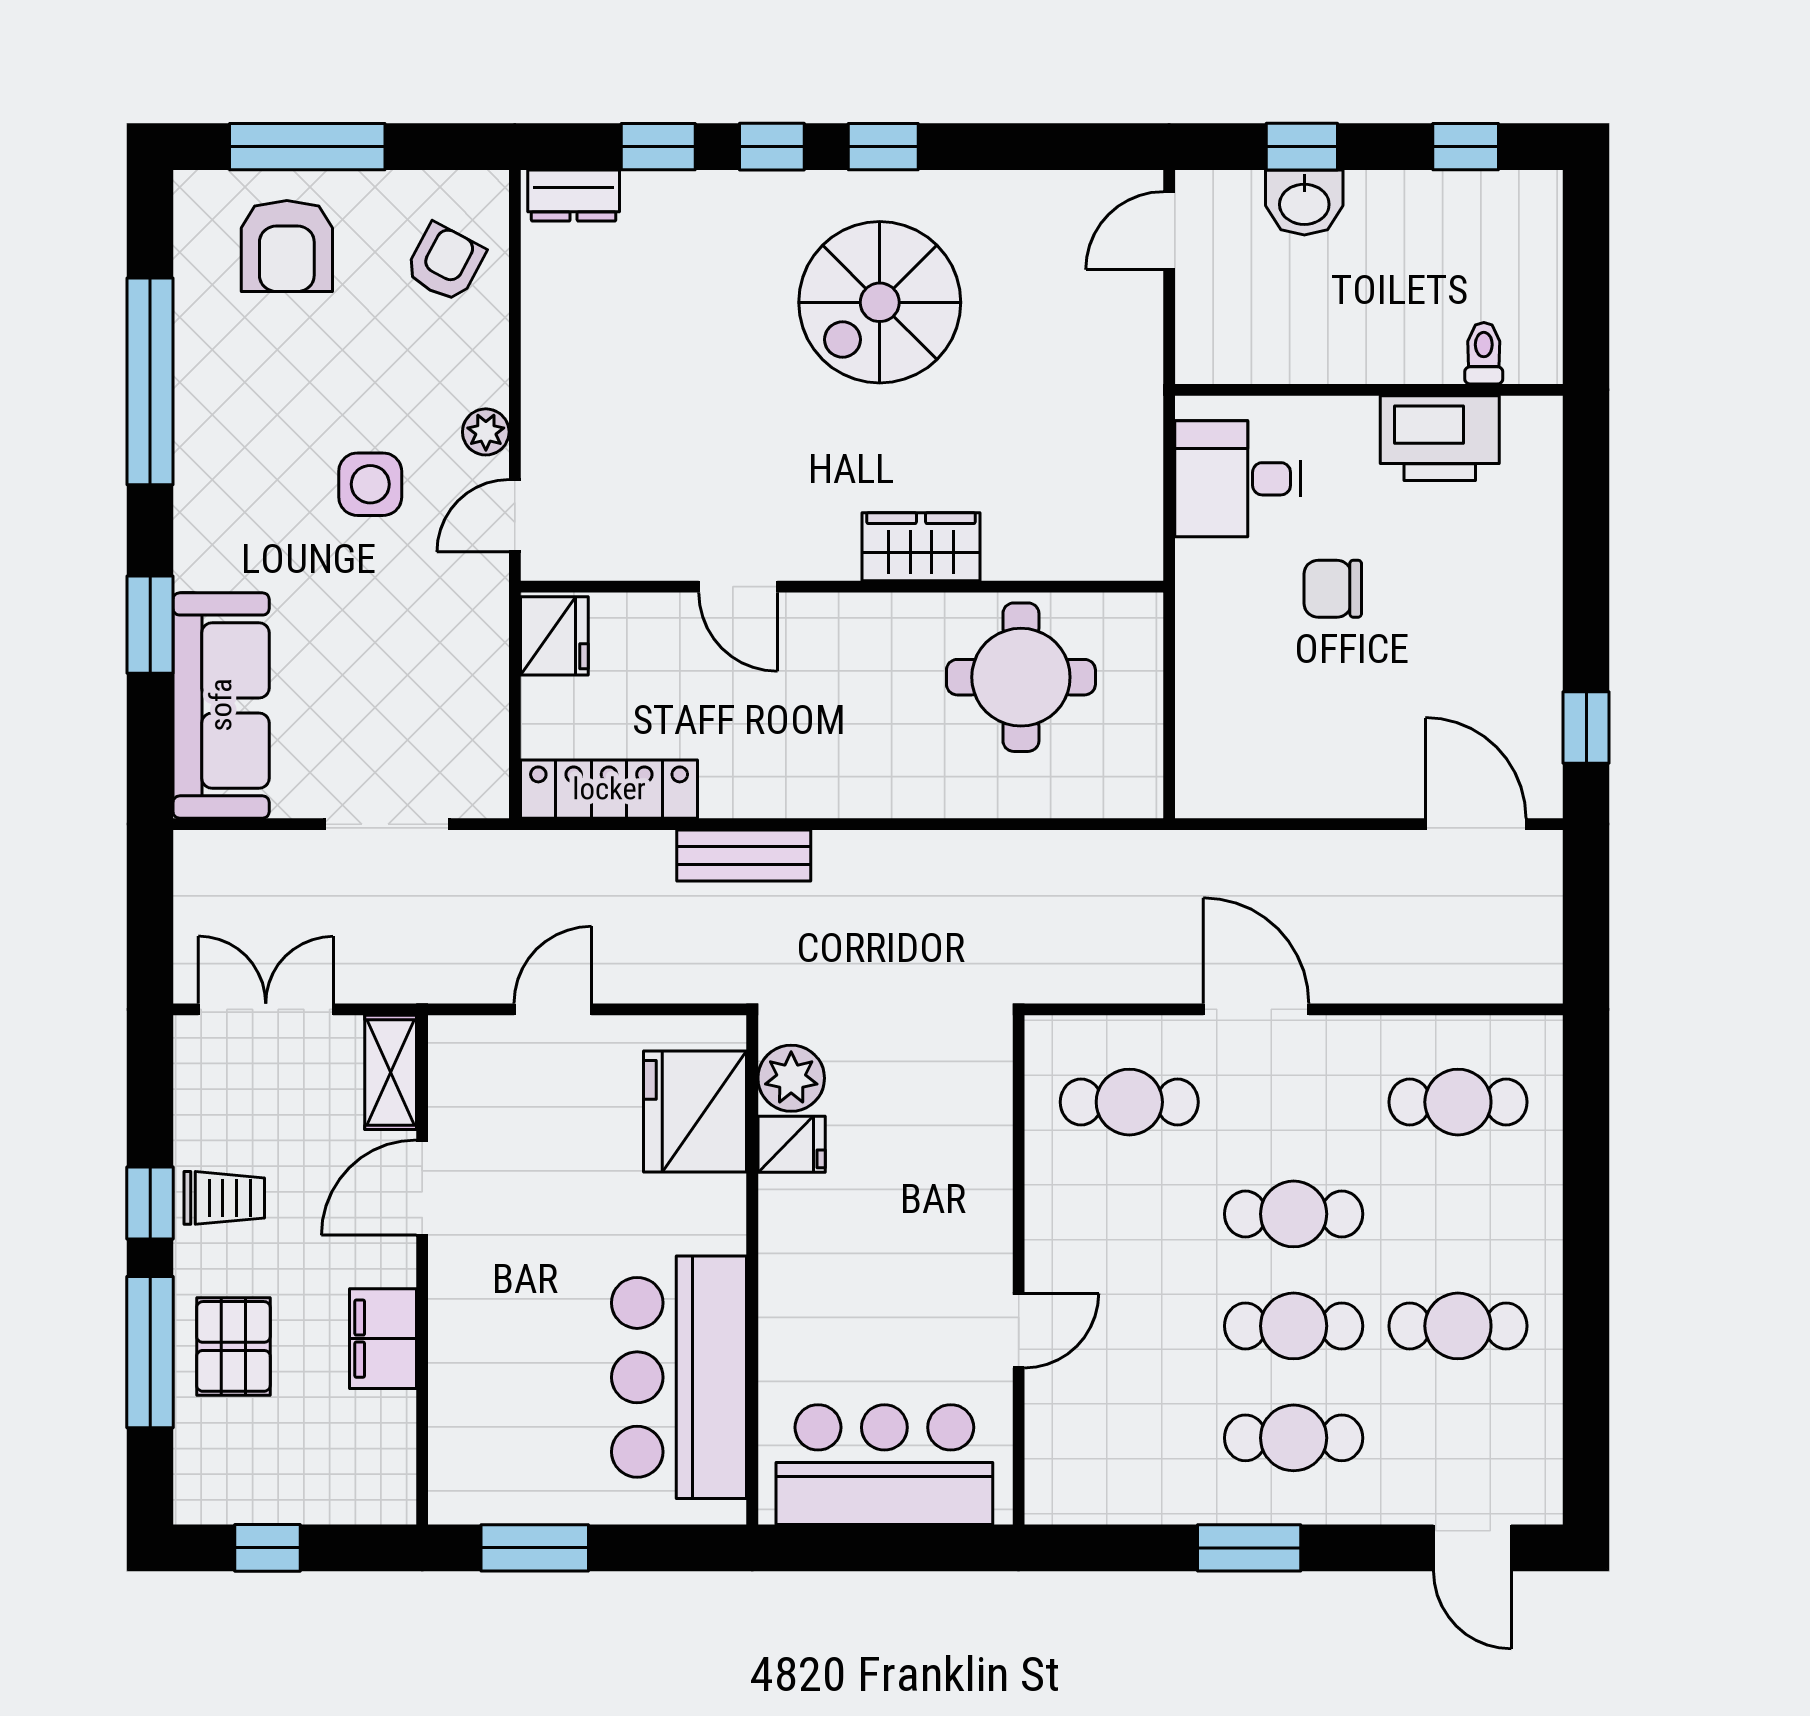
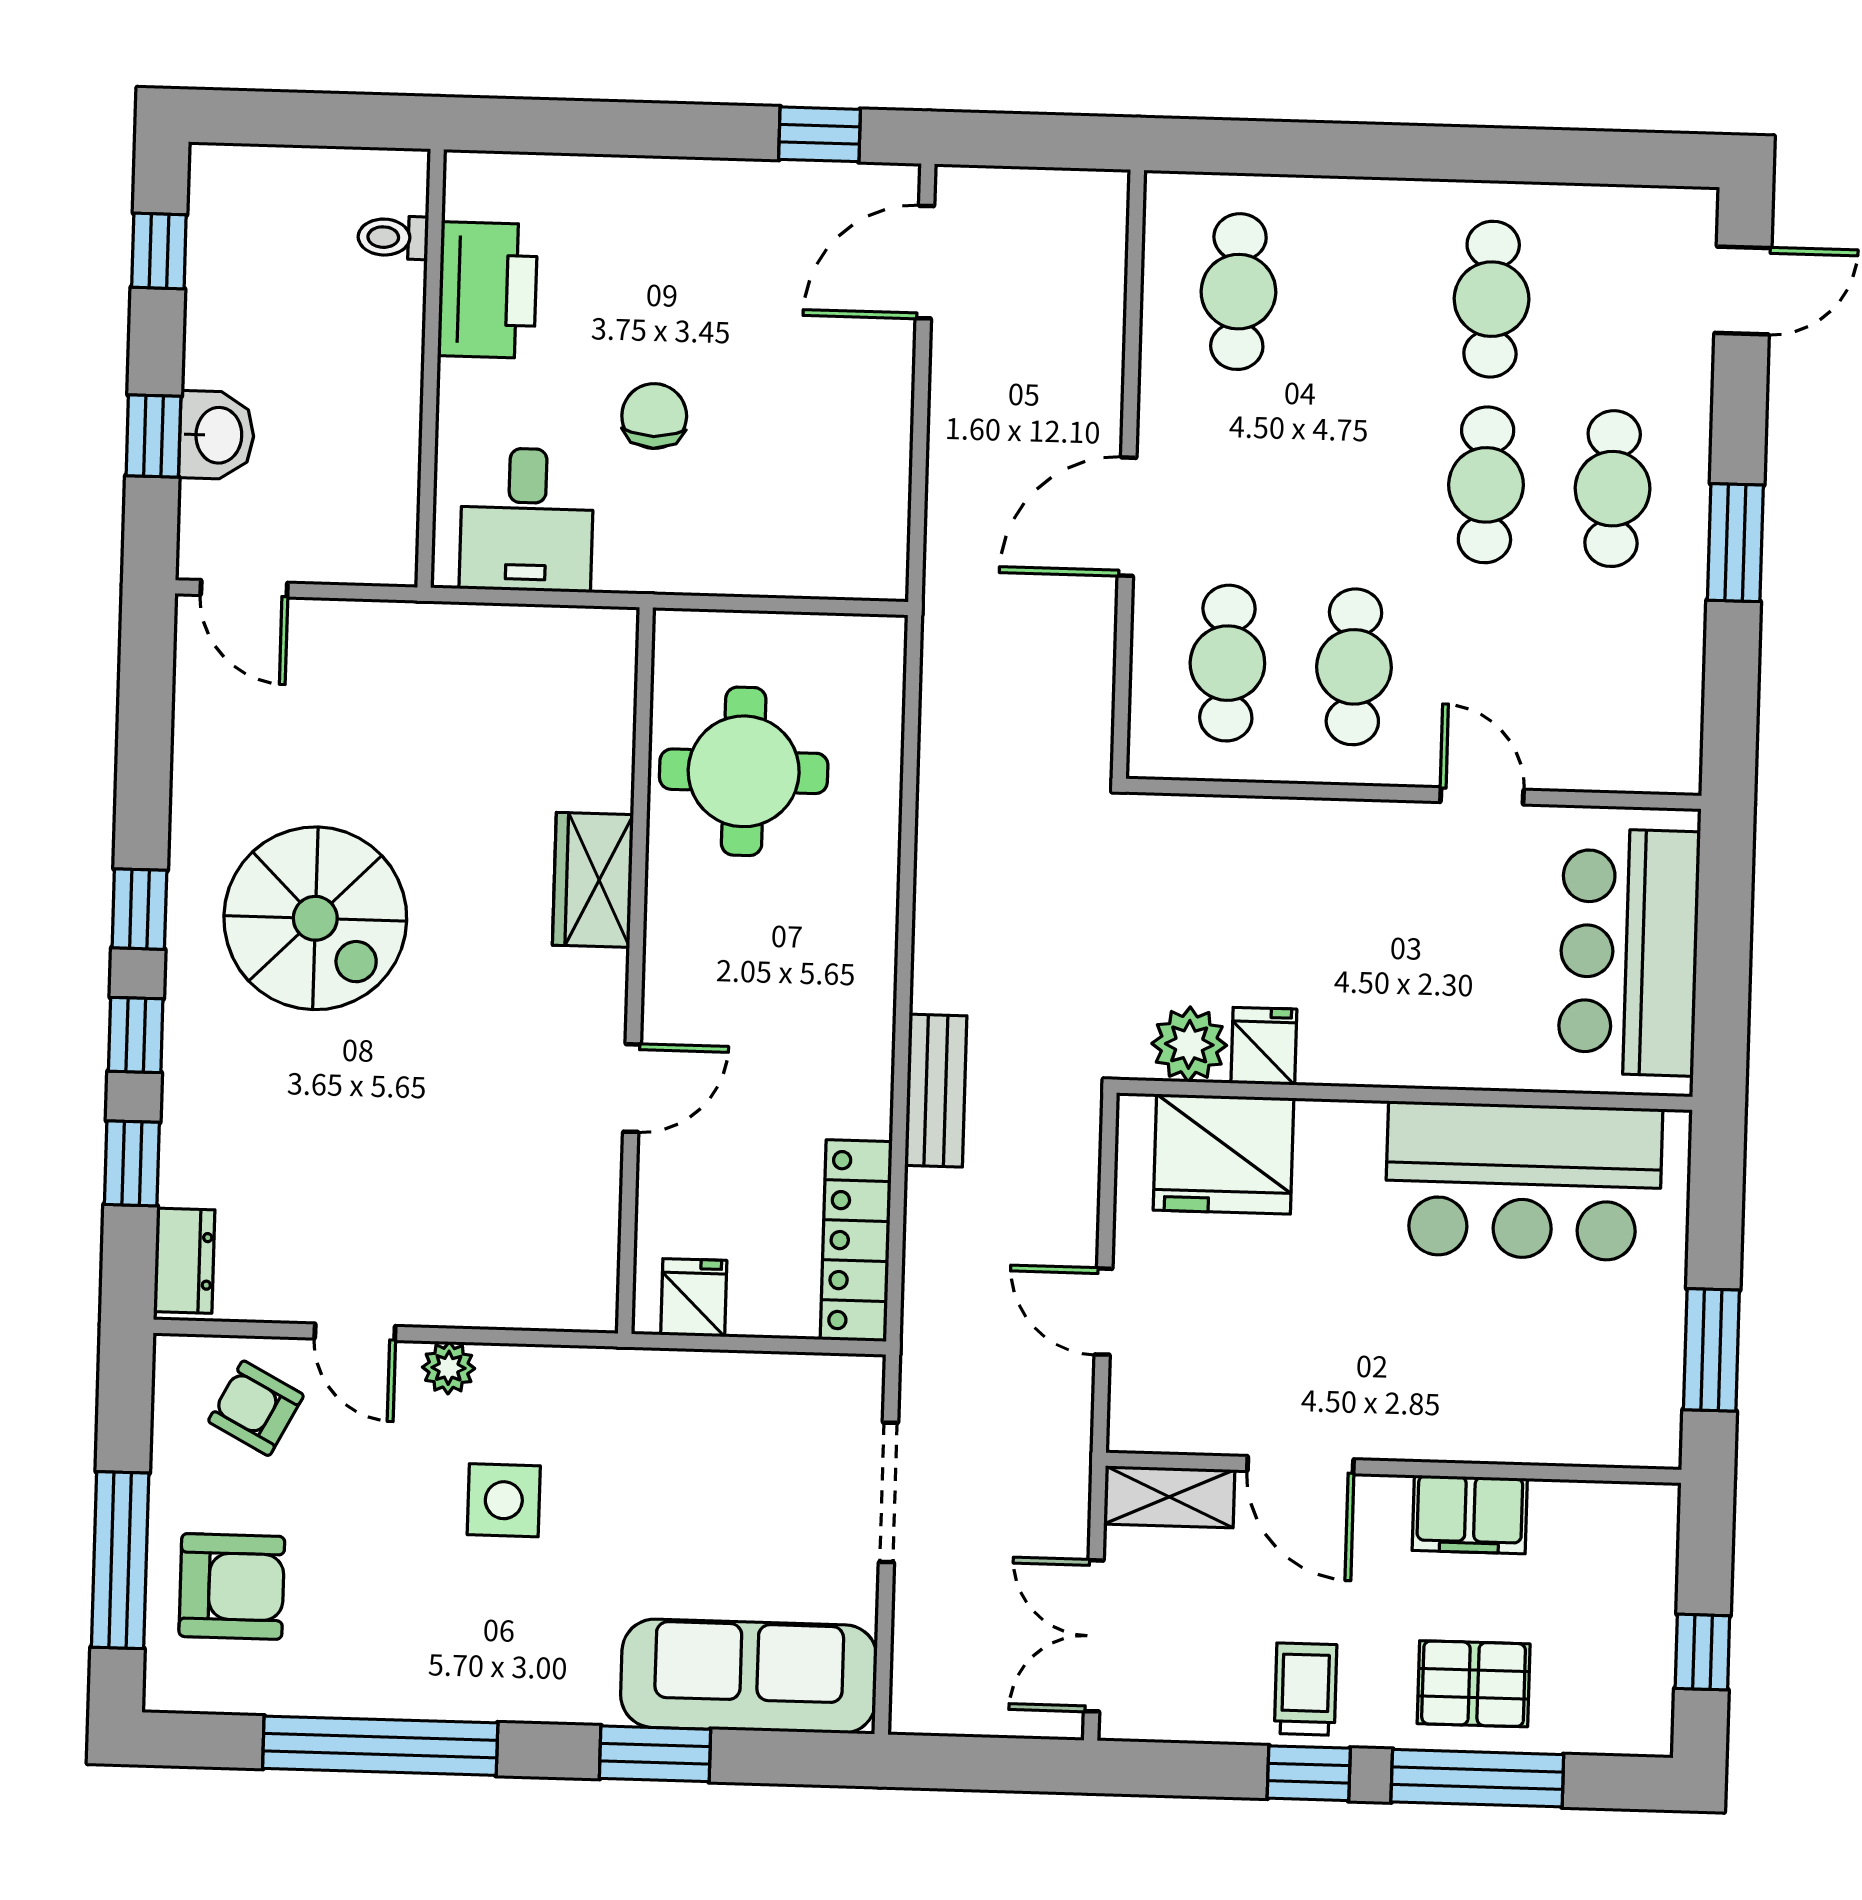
door: (515, 516) -> (355, 1332), moved
chair: (1333, 589) -> (654, 416), turned 180
fridge: (554, 636) -> (694, 1298), width x0.72
cafe table: (1294, 1214) -> (1354, 667), moved

